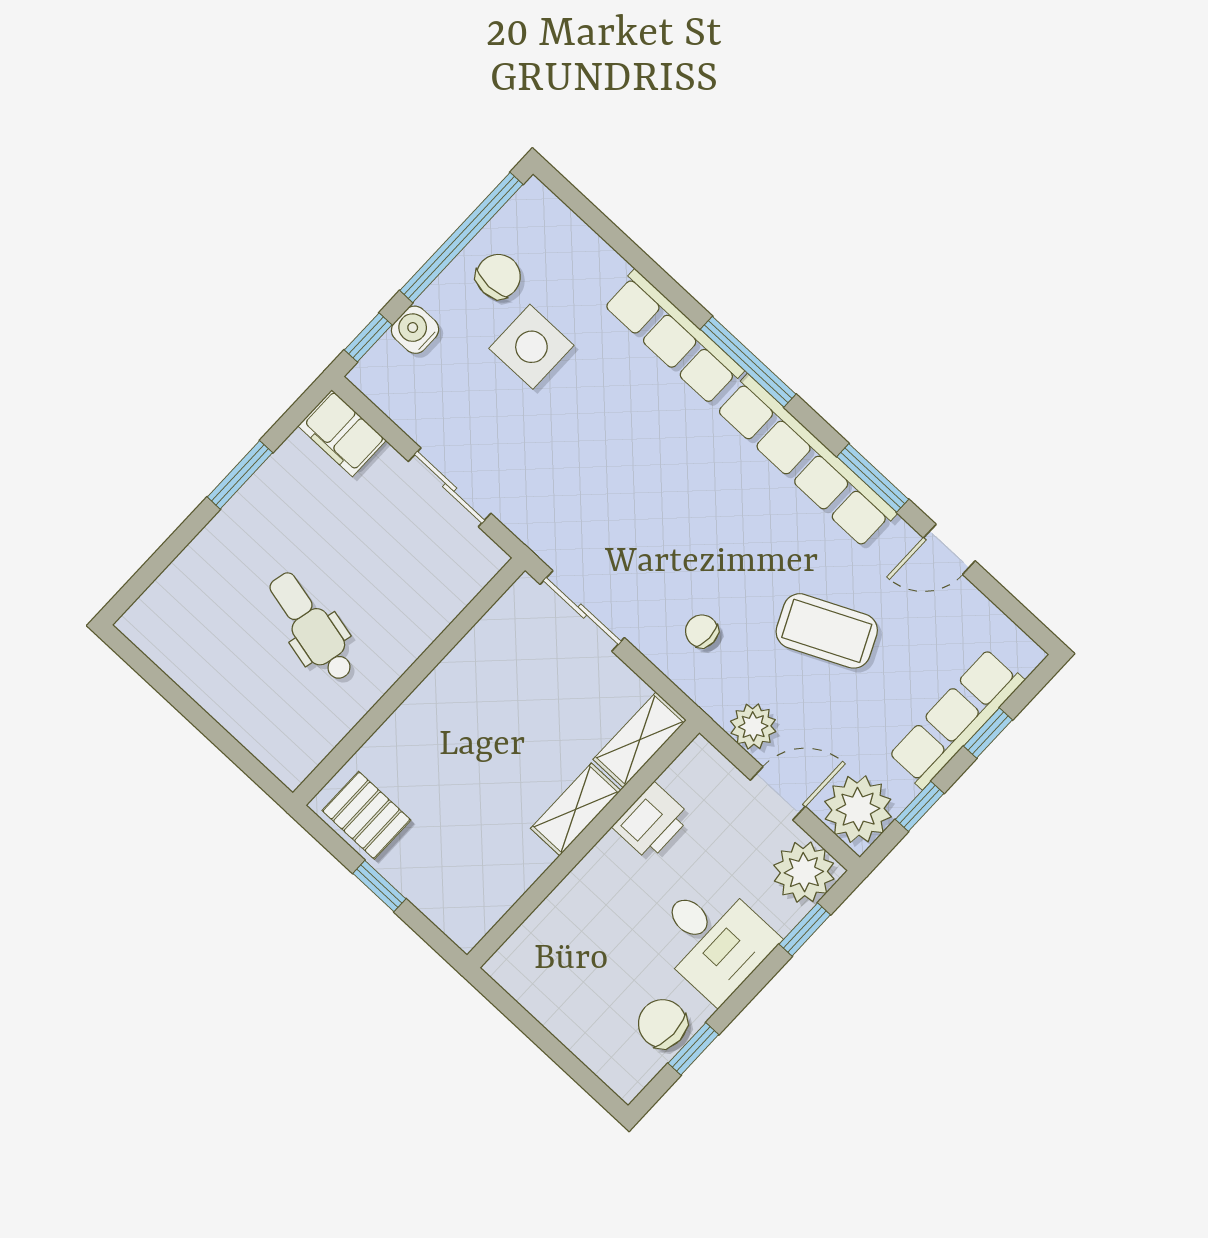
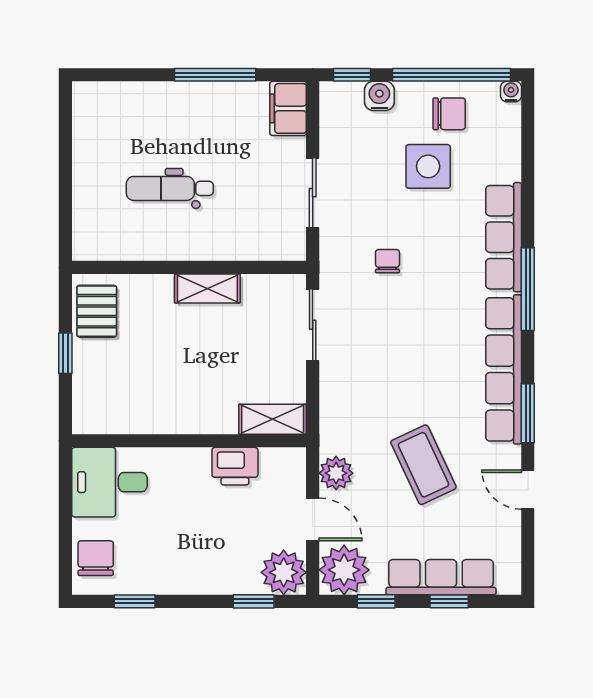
water cooler: (534, 193) -> (511, 92), added
window: (240, 475) -> (215, 75), width x1.44
dental chair: (312, 627) -> (170, 188), turned -103
chair: (702, 631) -> (387, 261), moved
shelving: (576, 809) -> (207, 289), moved
desk: (713, 939) -> (109, 482), moved, turned 90
chair: (663, 1024) -> (96, 558), moved

